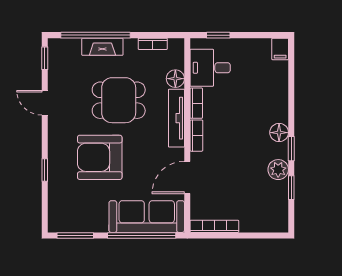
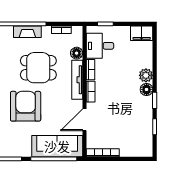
filing cabinet: (280, 49) -> (142, 33), width x2.00
armchair: (100, 157) -> (26, 106), turned 90
plant: (278, 170) -> (146, 75), moved

